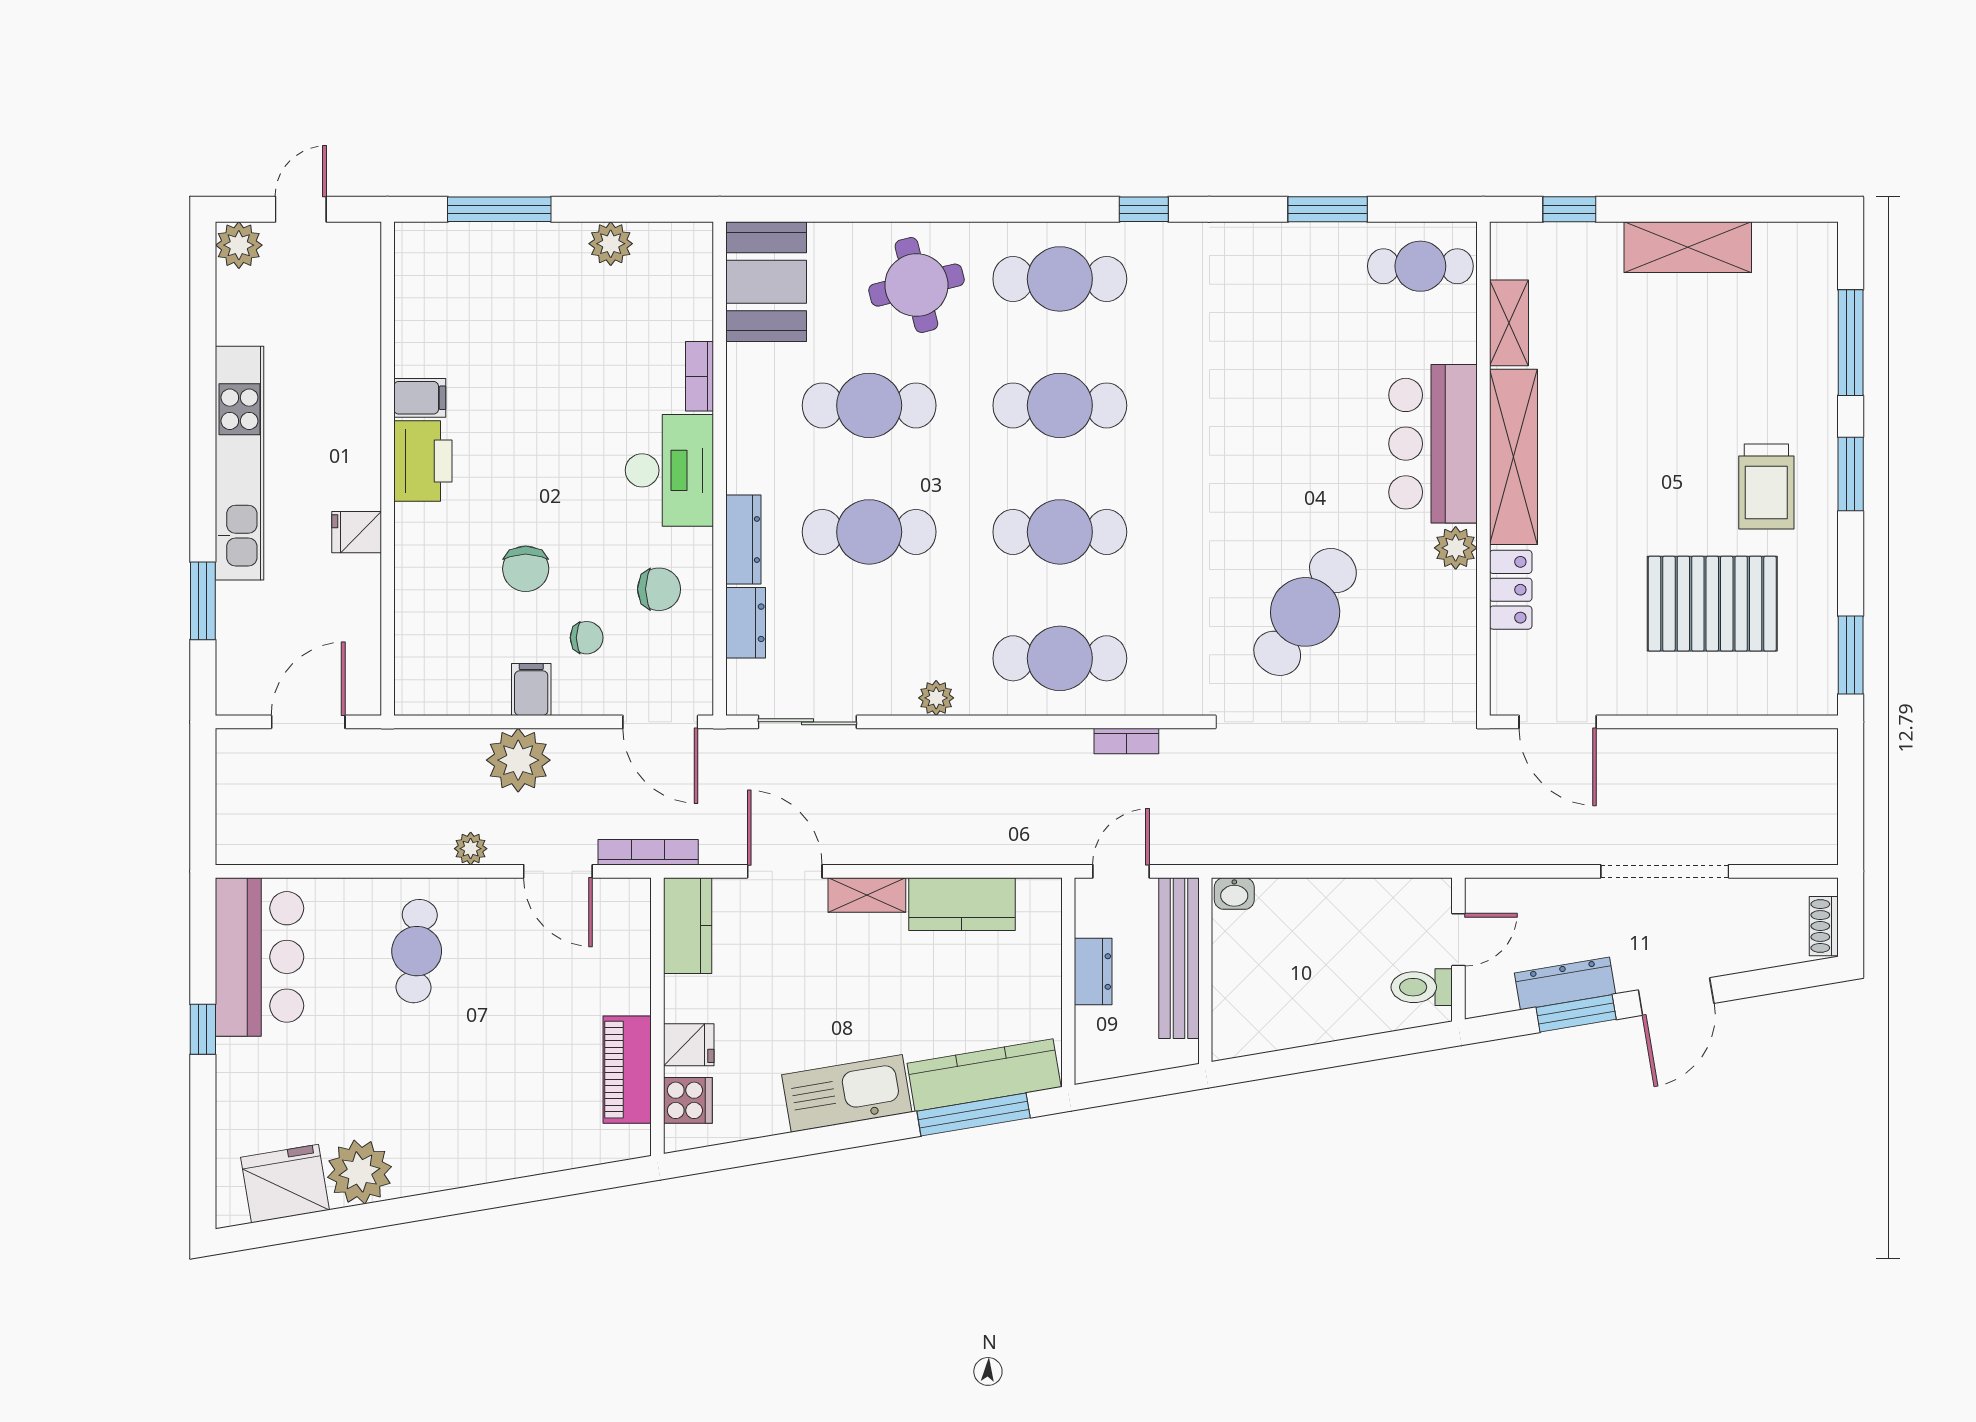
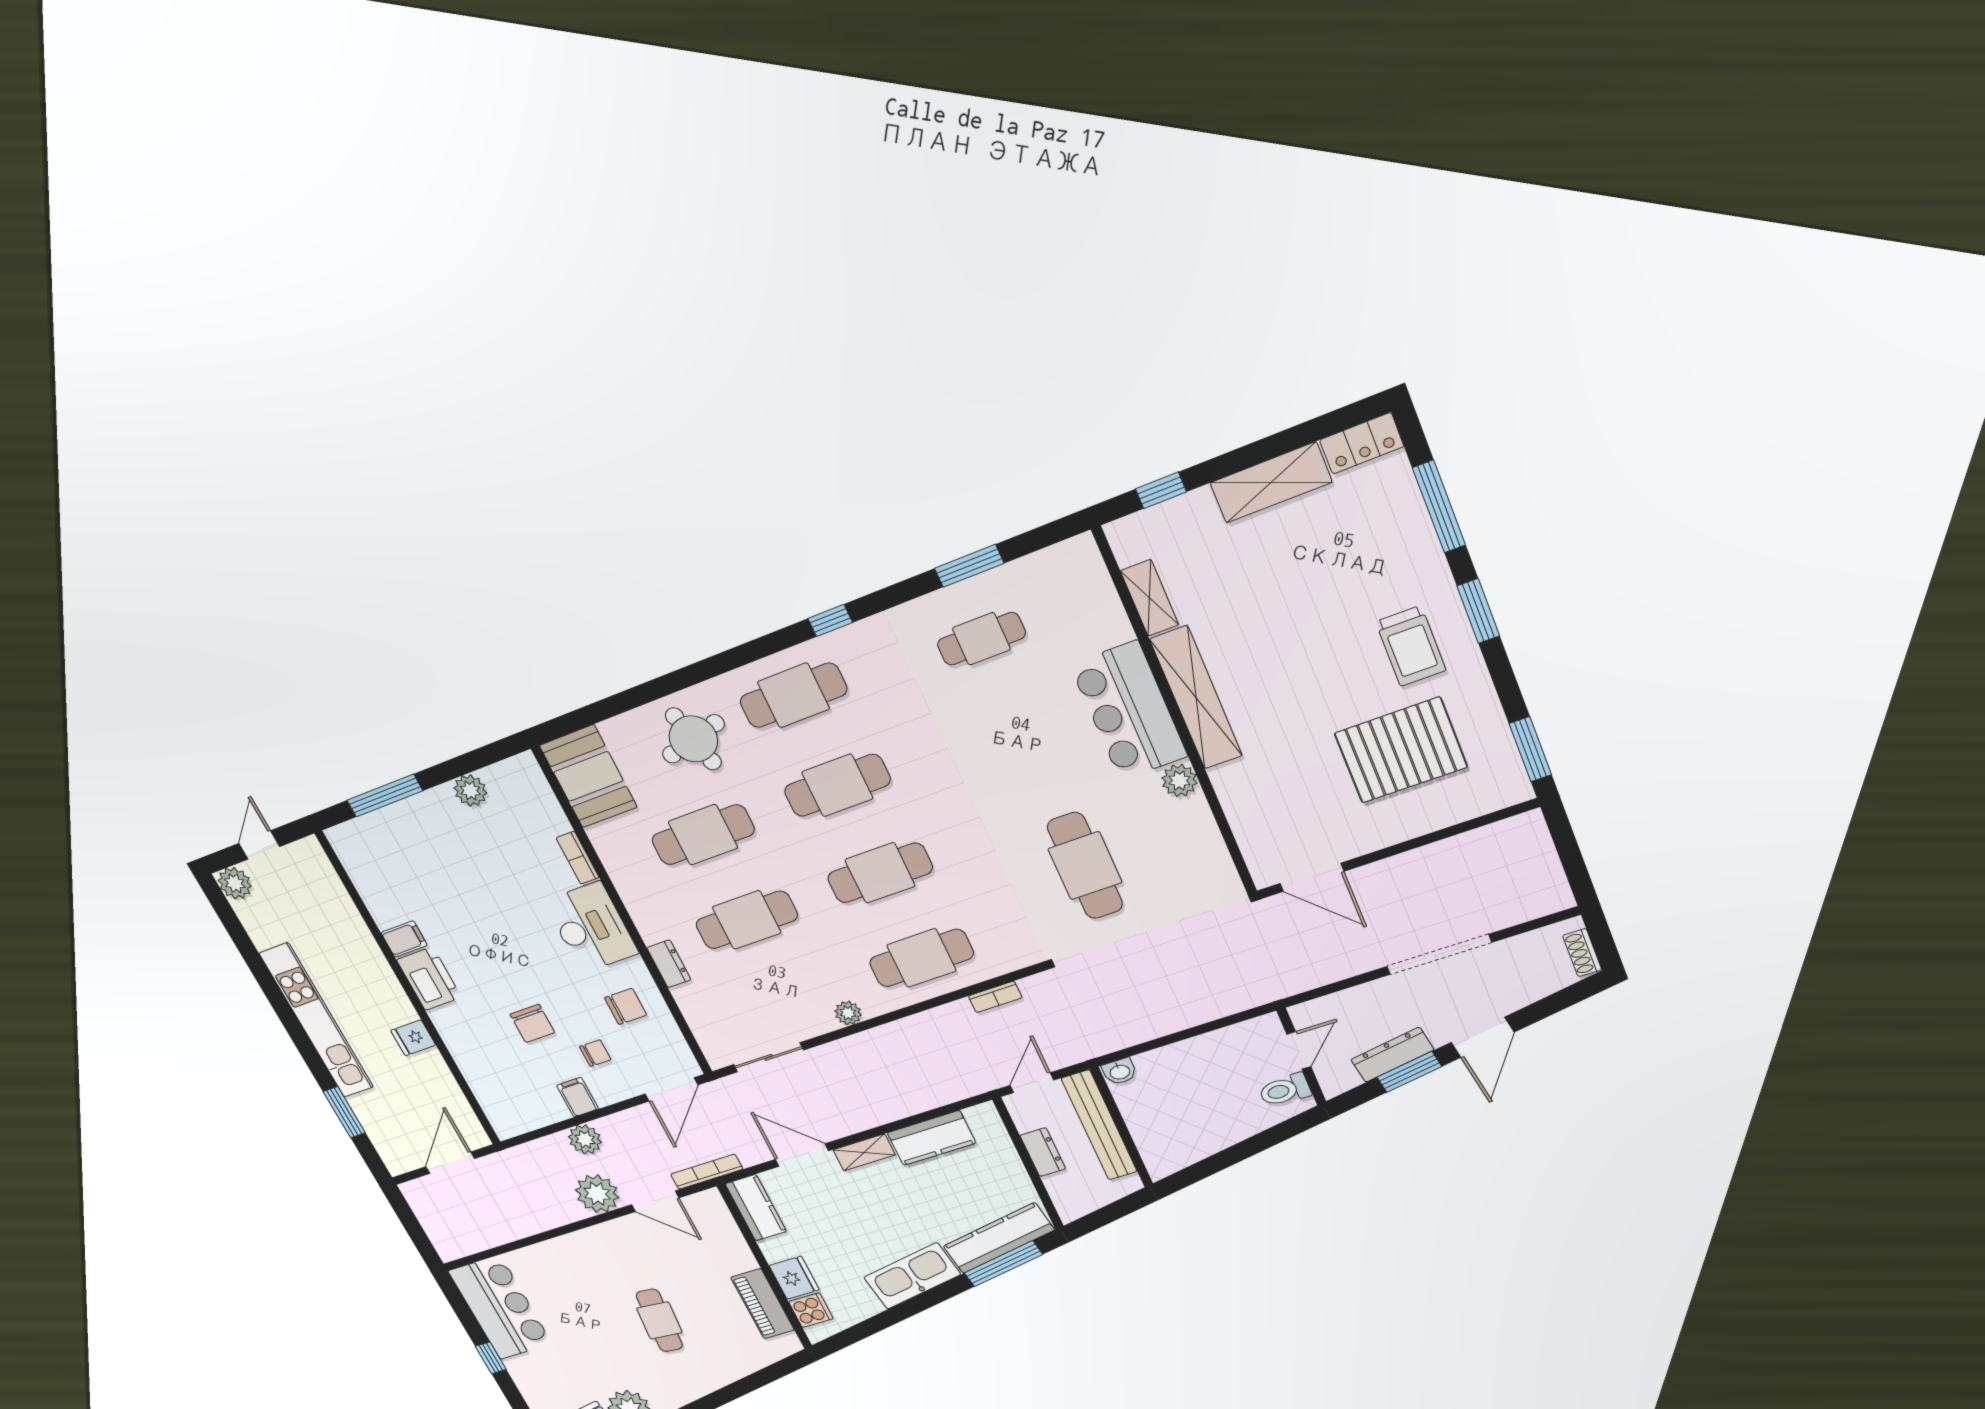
cafe table: (1420, 266) -> (981, 639), moved
dresser: (743, 540) -> (669, 964), width x0.70
locker: (1511, 590) -> (1362, 443), moved, turned 90
cafe table: (1305, 612) -> (1085, 866), turned -34
dresser: (746, 623) -> (694, 1008), removed
door: (660, 722) -> (671, 1089), hinge flipped
plant: (518, 760) -> (585, 1139), width x0.73, depth x0.73
plant: (471, 849) -> (597, 1194), width x1.88, depth x1.88
cafe table: (417, 951) -> (659, 1320), moved
fridge: (689, 1045) -> (794, 1278), width x1.38

